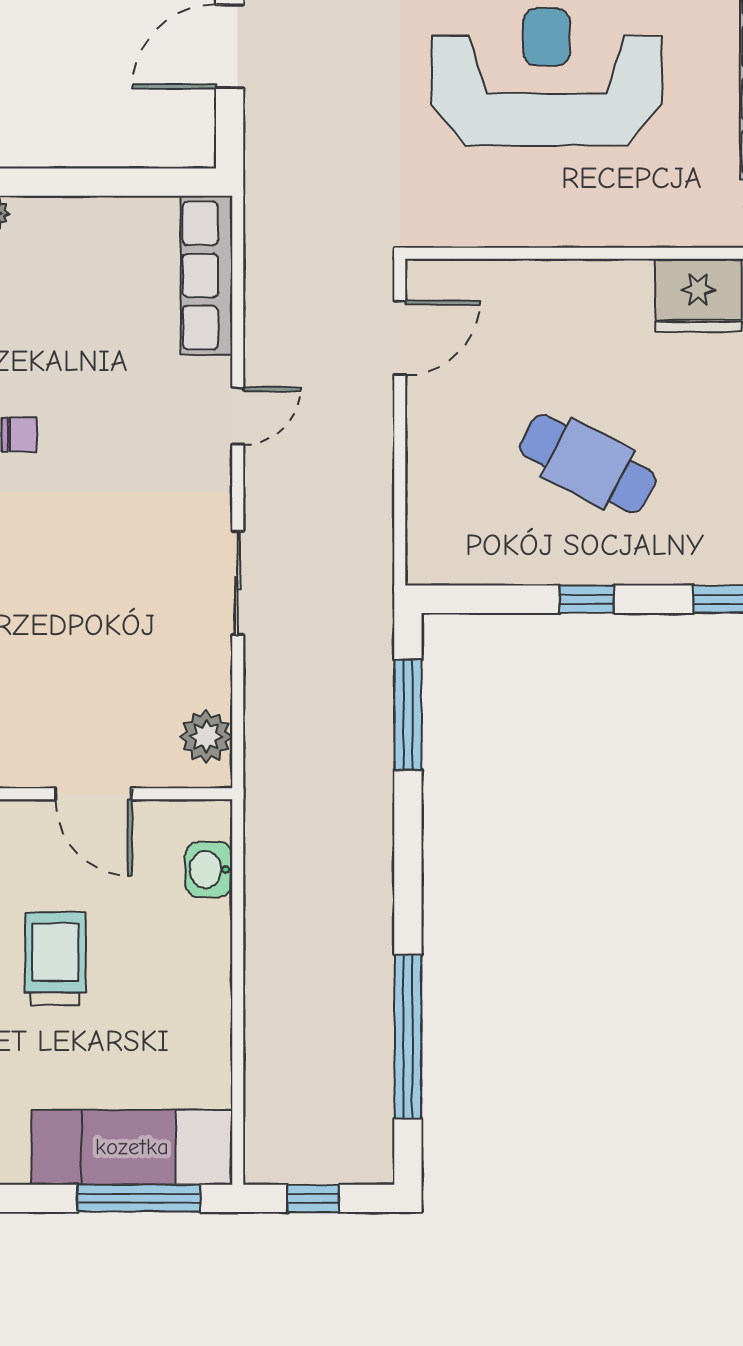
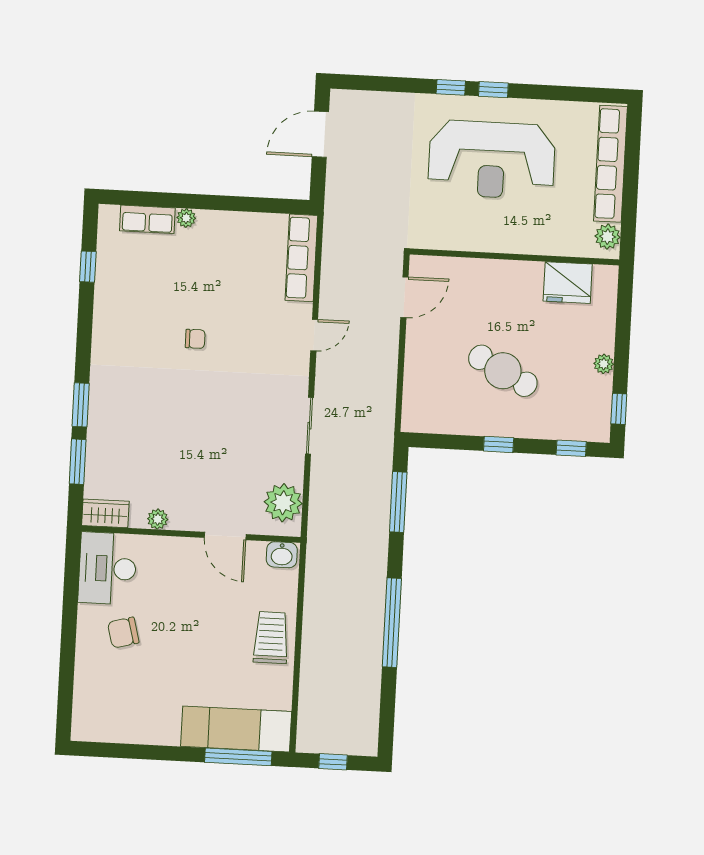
reception desk: (547, 77) -> (492, 160), turned 180
plant: (206, 737) -> (283, 503), width x1.36, depth x1.36
washbasin: (209, 870) -> (282, 555), moved, turned -90
trolley: (55, 959) -> (271, 638), moved
window: (408, 1037) -> (392, 623), moved

